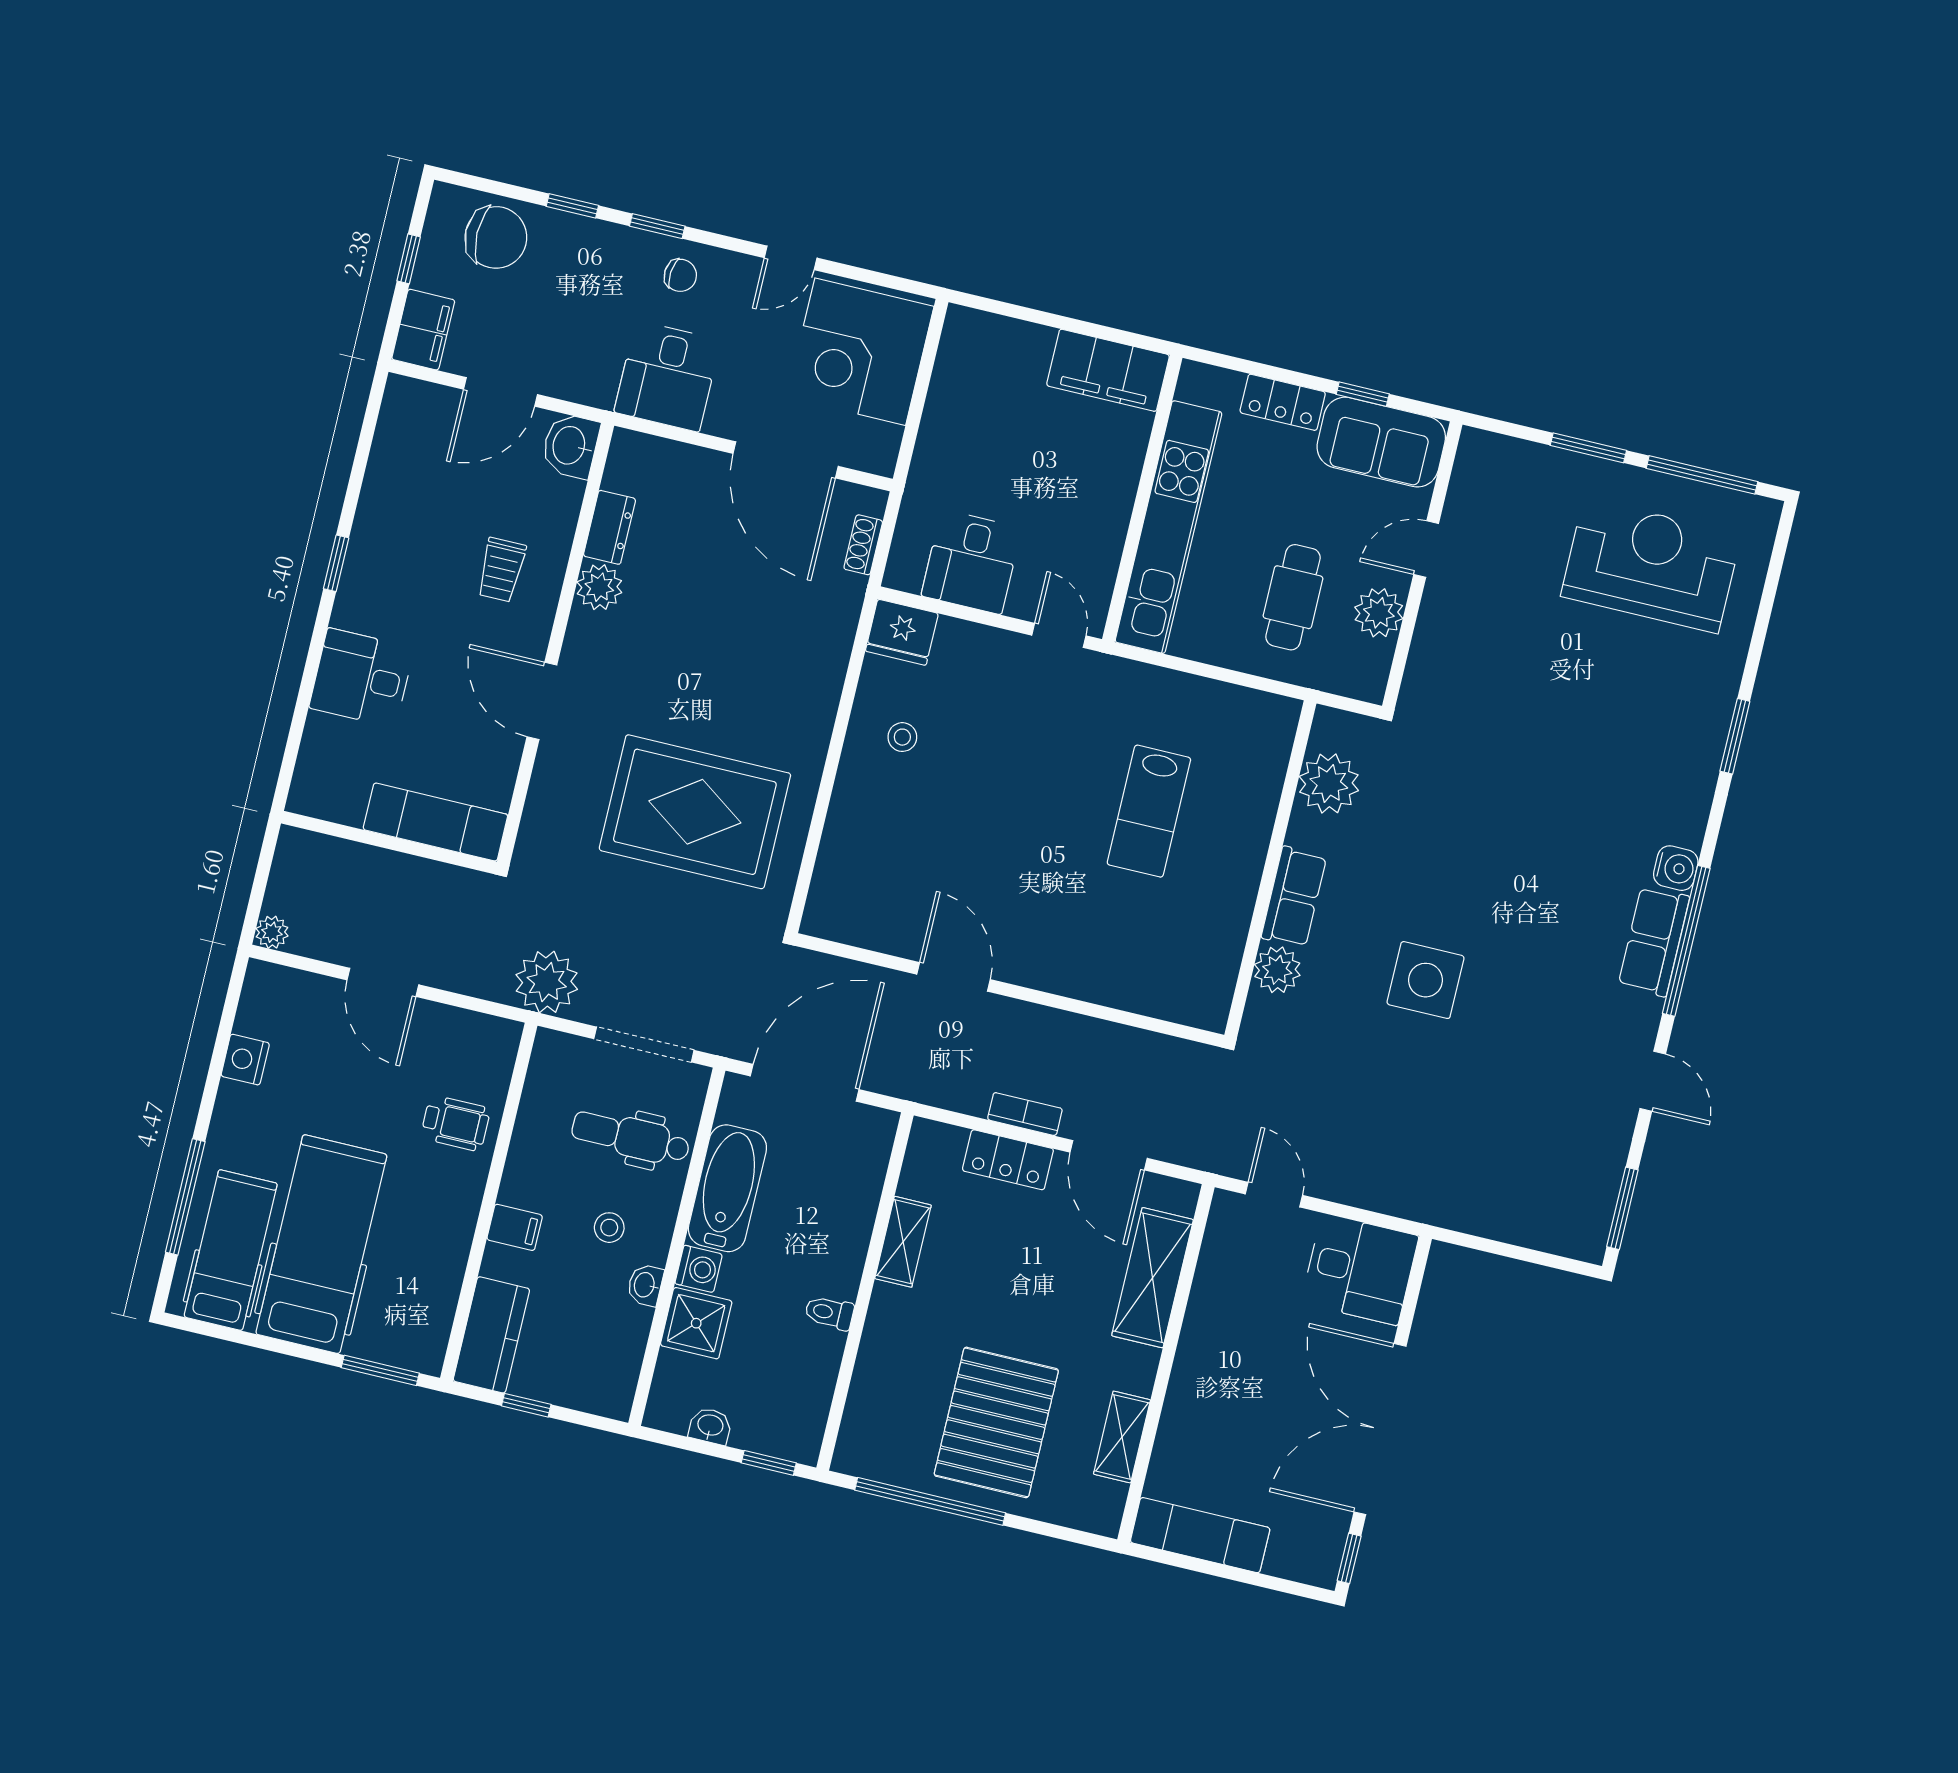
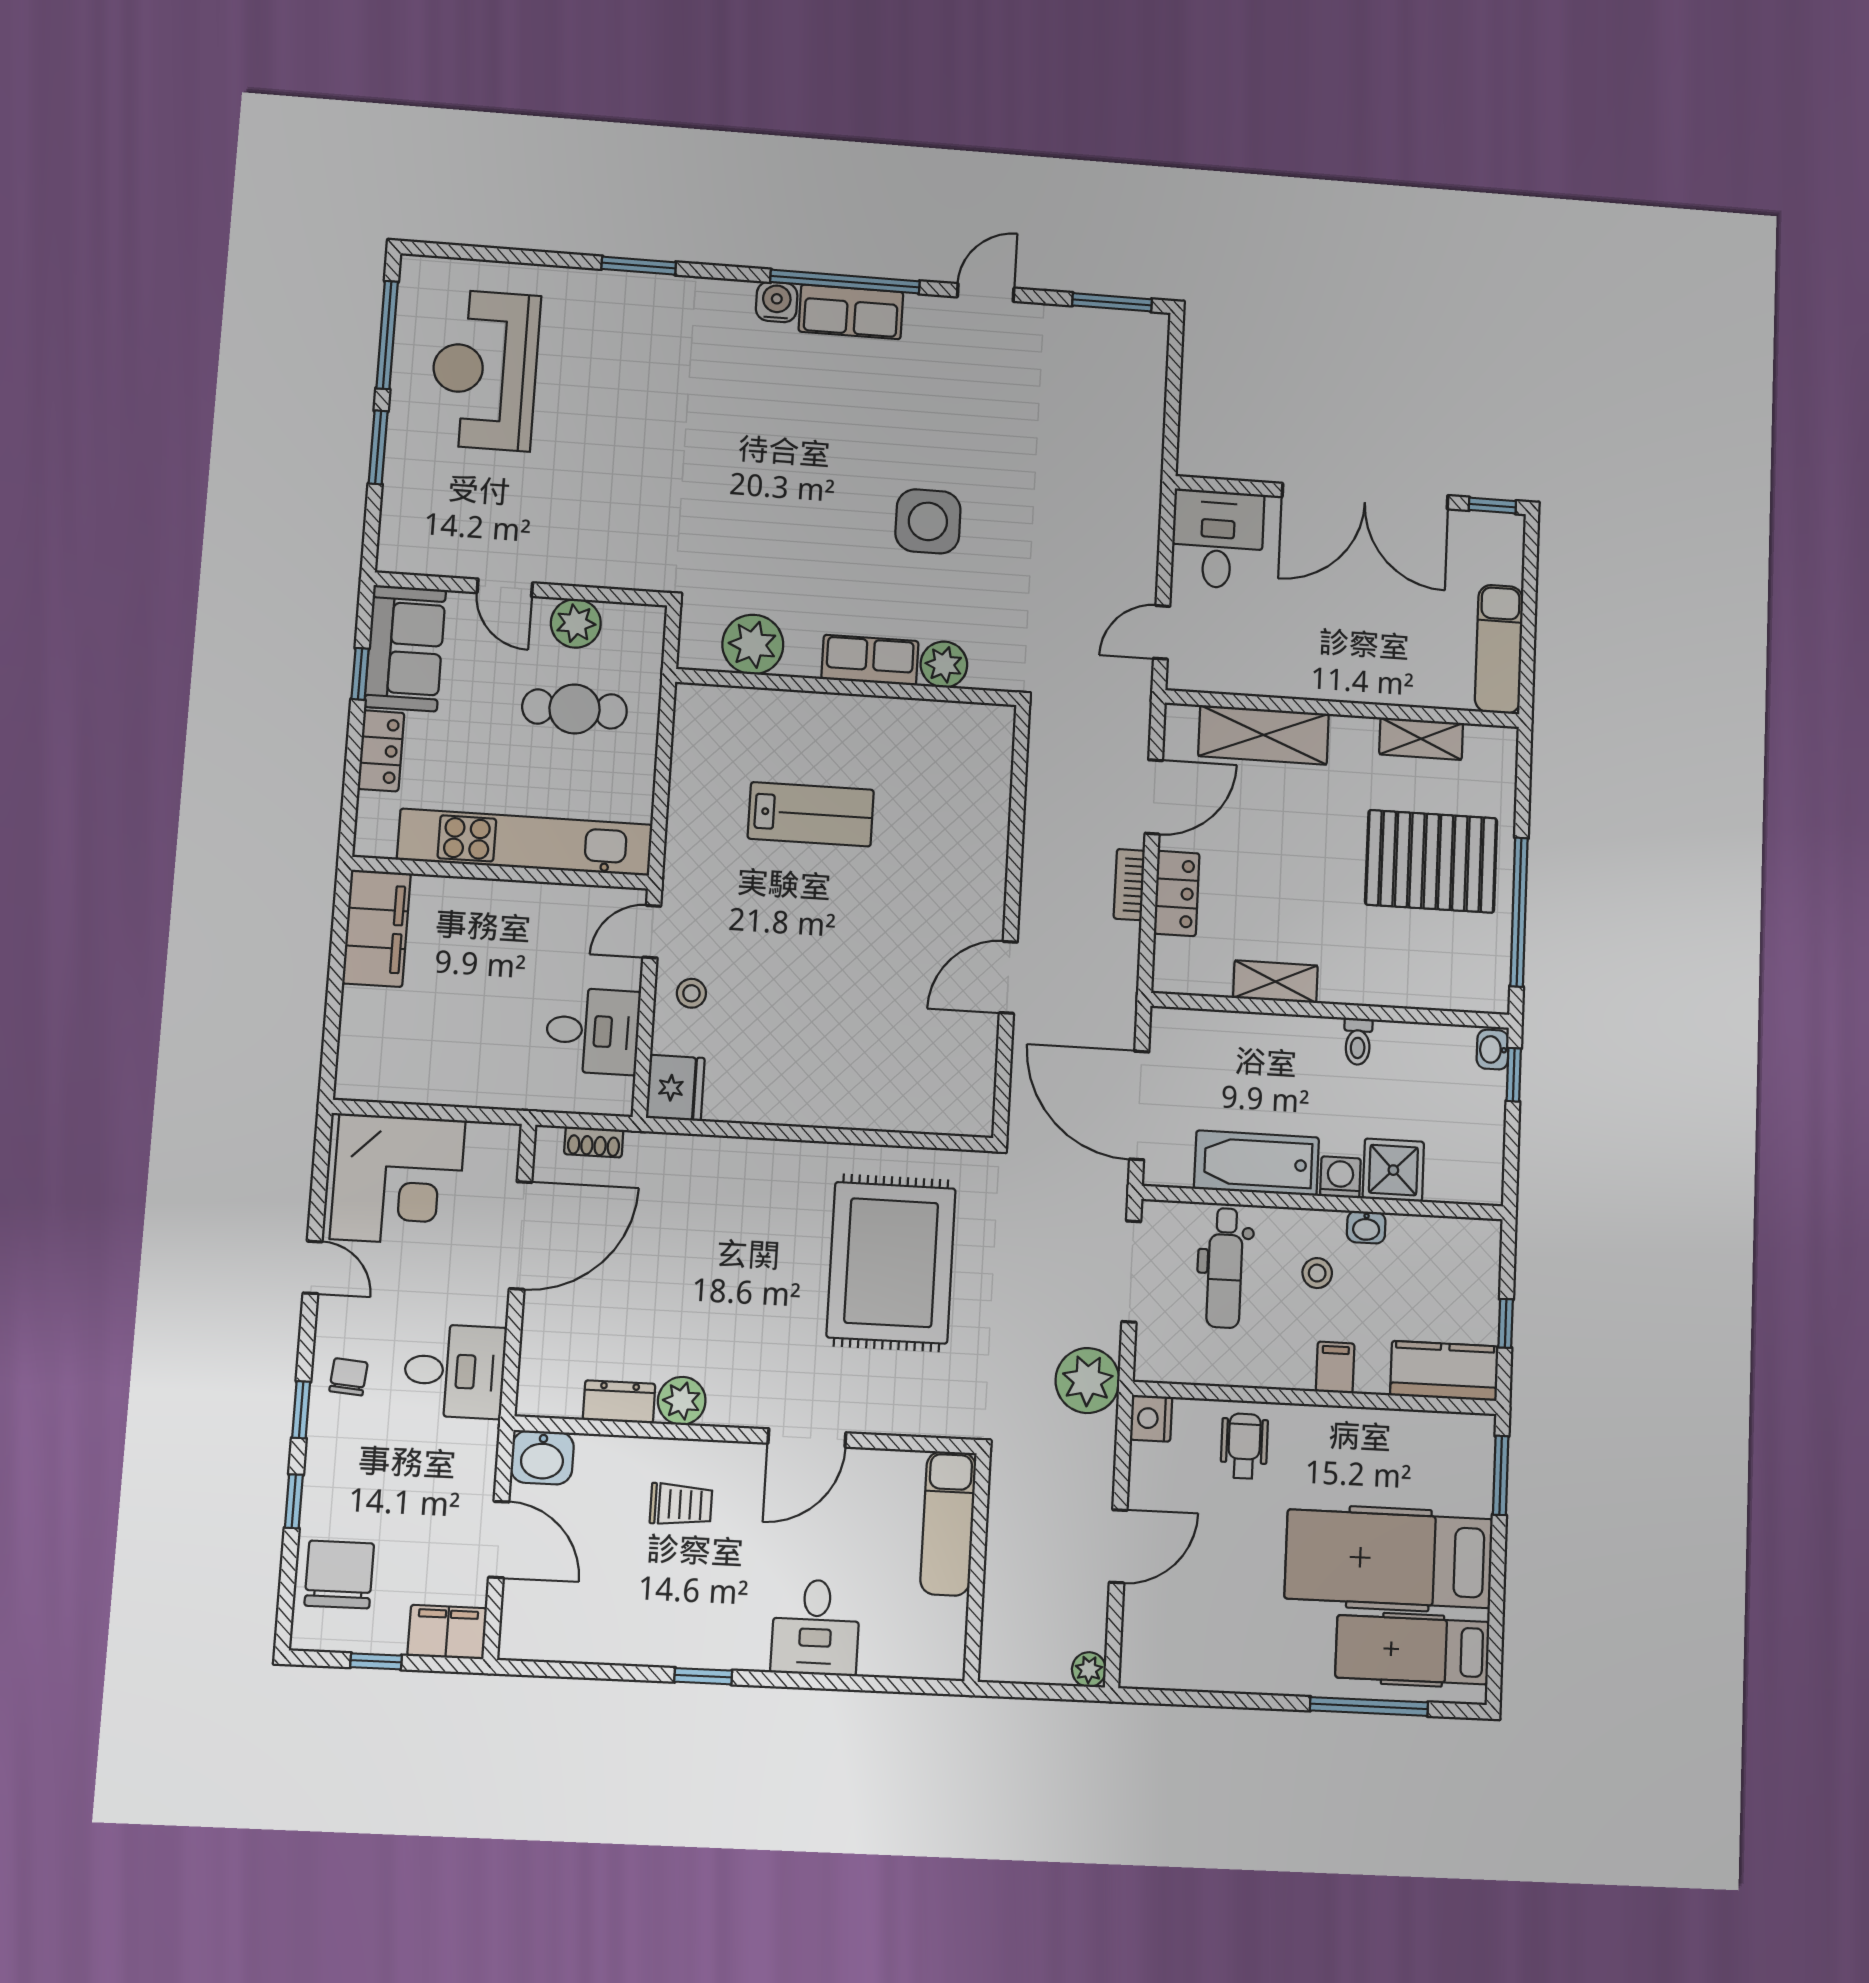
stool: (902, 737) -> (691, 993), moved
nightstand: (245, 1060) -> (1151, 1418), moved, turned 90
washbasin: (710, 1426) -> (1493, 1050), moved

